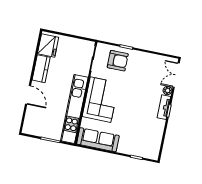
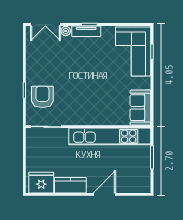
corner sofa: (100, 100) -> (133, 51), moved, turned -90
sofa: (98, 140) -> (140, 108), width x0.73

